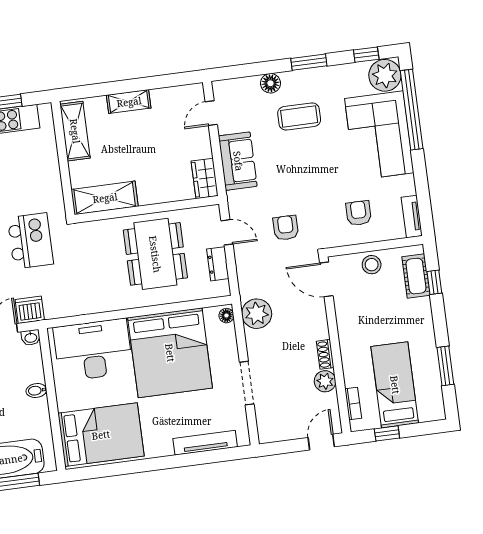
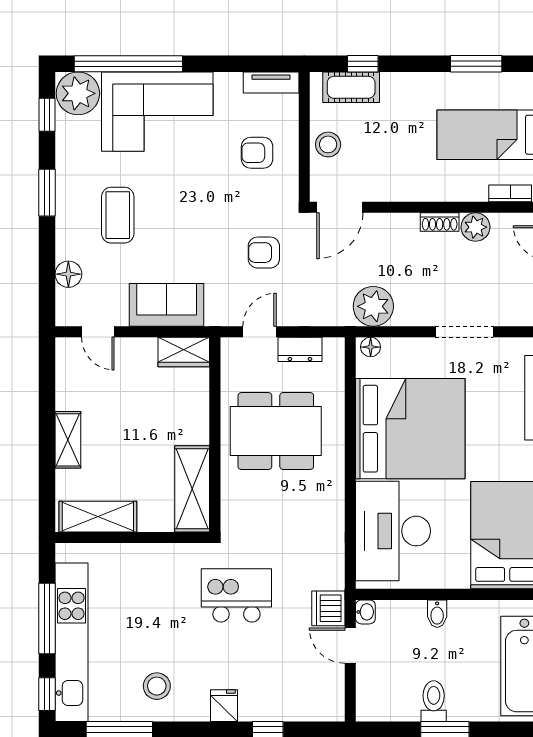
floor lamp: (270, 83) -> (68, 274), moved

